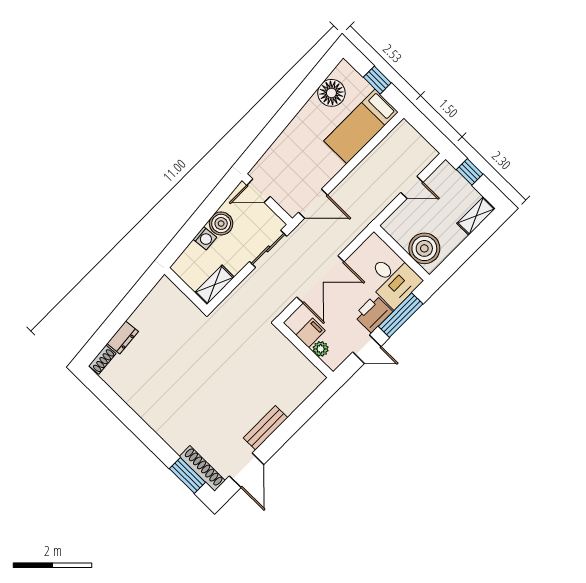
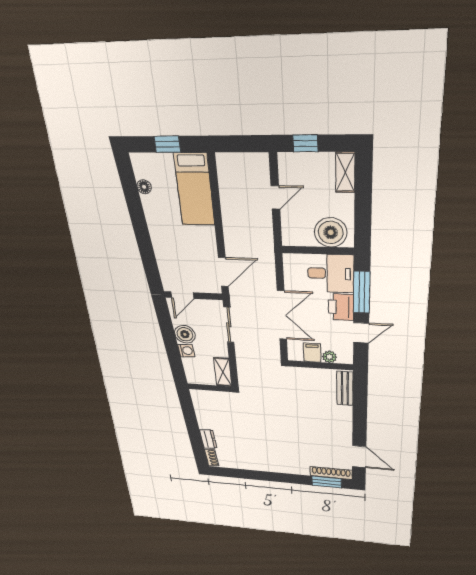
floor lamp: (331, 93) -> (144, 187), width x0.53, depth x0.53
bench: (266, 428) -> (345, 388), moved

